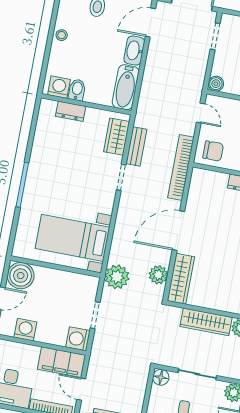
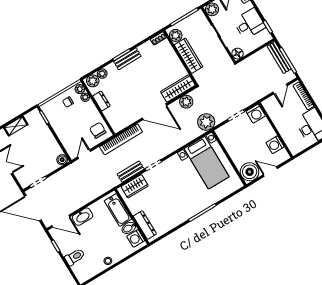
bathtub: (126, 87) -> (118, 210), moved, turned 90
dresser: (71, 111) -> (145, 225), width x1.44
filing cabinet: (61, 362) -> (275, 111), removed

